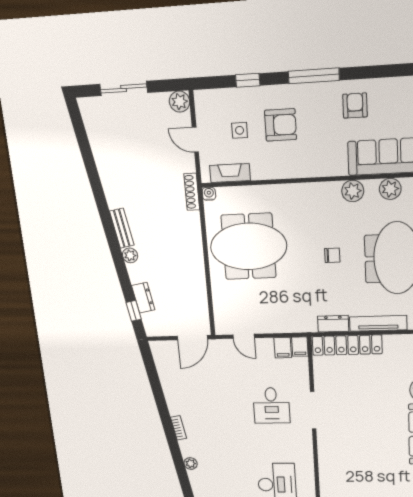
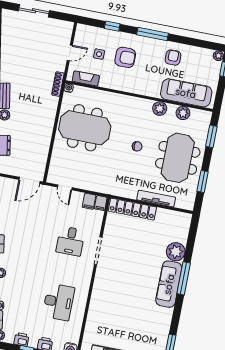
plant: (180, 102) -> (67, 27), removed
door: (195, 140) -> (70, 53), swing flipped
dresser: (333, 324) -> (127, 192), removed

